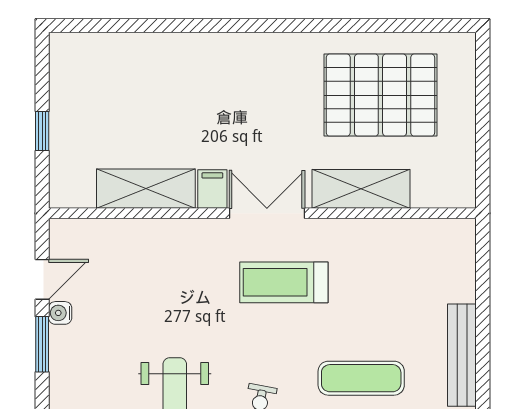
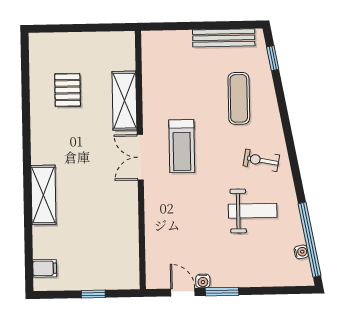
pallet: (380, 95) -> (68, 90), width x0.49, depth x0.50
shelving: (146, 189) -> (43, 195), moved
filing cabinet: (212, 189) -> (45, 268), moved, turned 180

